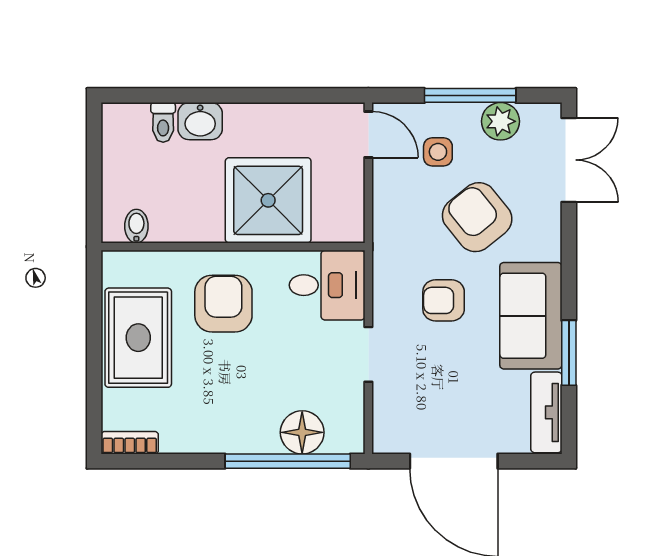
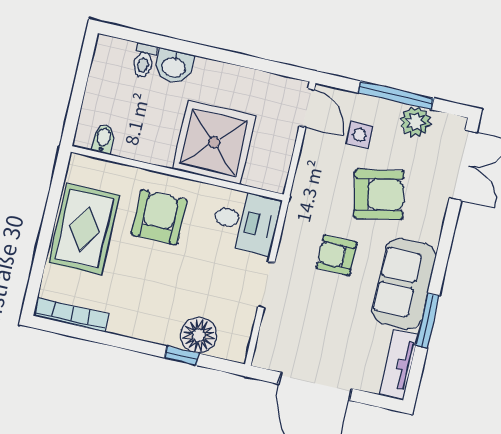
armchair: (477, 217) -> (379, 194), turned 118
bookcase: (130, 443) -> (71, 315), width x1.56
window: (288, 461) -> (182, 356), width x0.32

